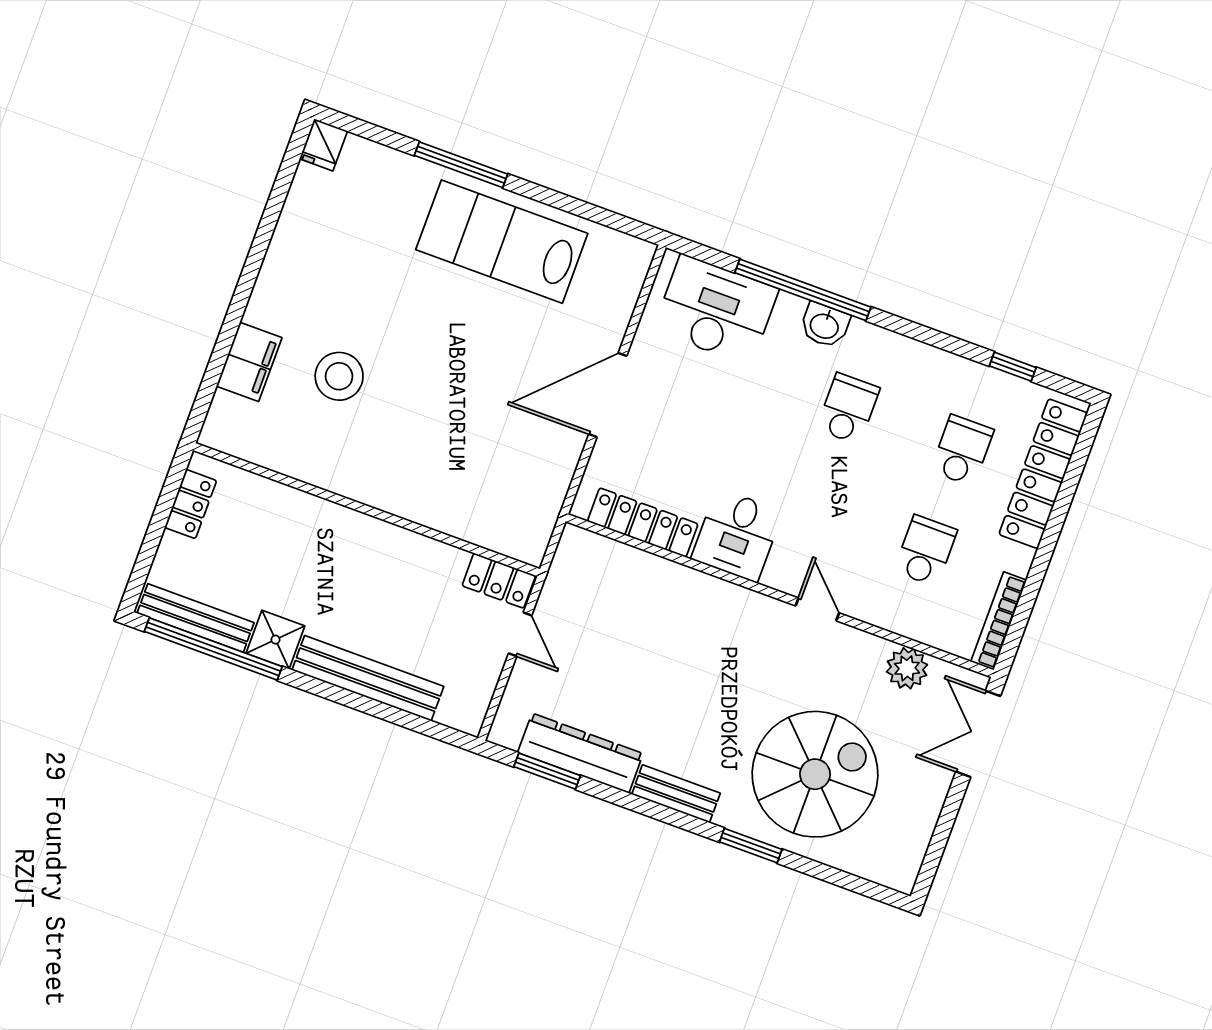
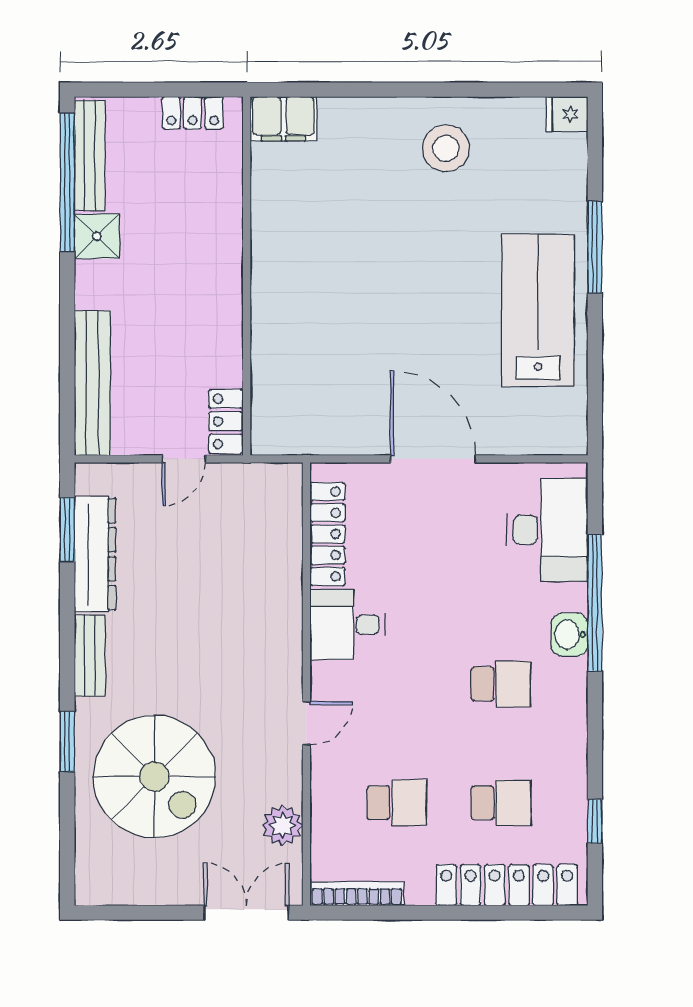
filing cabinet: (249, 362) -> (283, 119), moved
stool: (339, 376) -> (446, 148), moved
bench: (368, 678) -> (92, 383), moved

